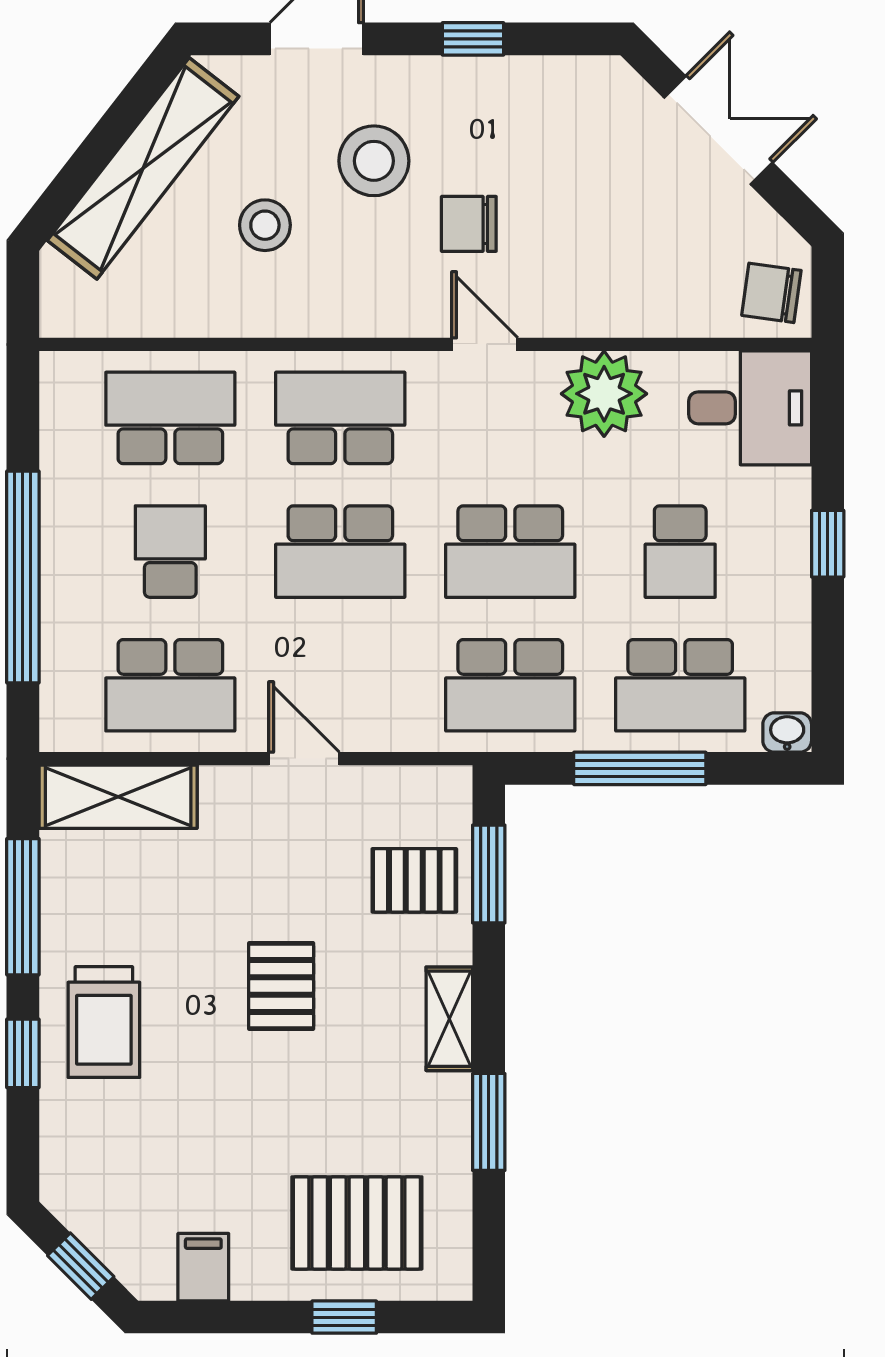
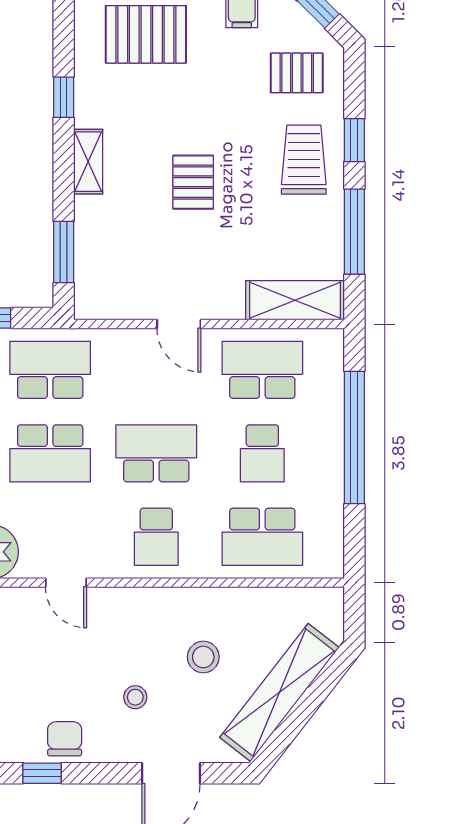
window: (473, 39) -> (42, 773), moved
stool: (374, 161) -> (135, 697), width x0.53, depth x0.53
chair: (469, 224) -> (65, 739), moved, turned -90
school desk: (340, 418) -> (156, 537), width x0.54
school desk: (510, 552) -> (50, 453), turned 180
pallet: (414, 880) -> (297, 73), moved
window: (489, 1122) -> (64, 97), width x0.67

